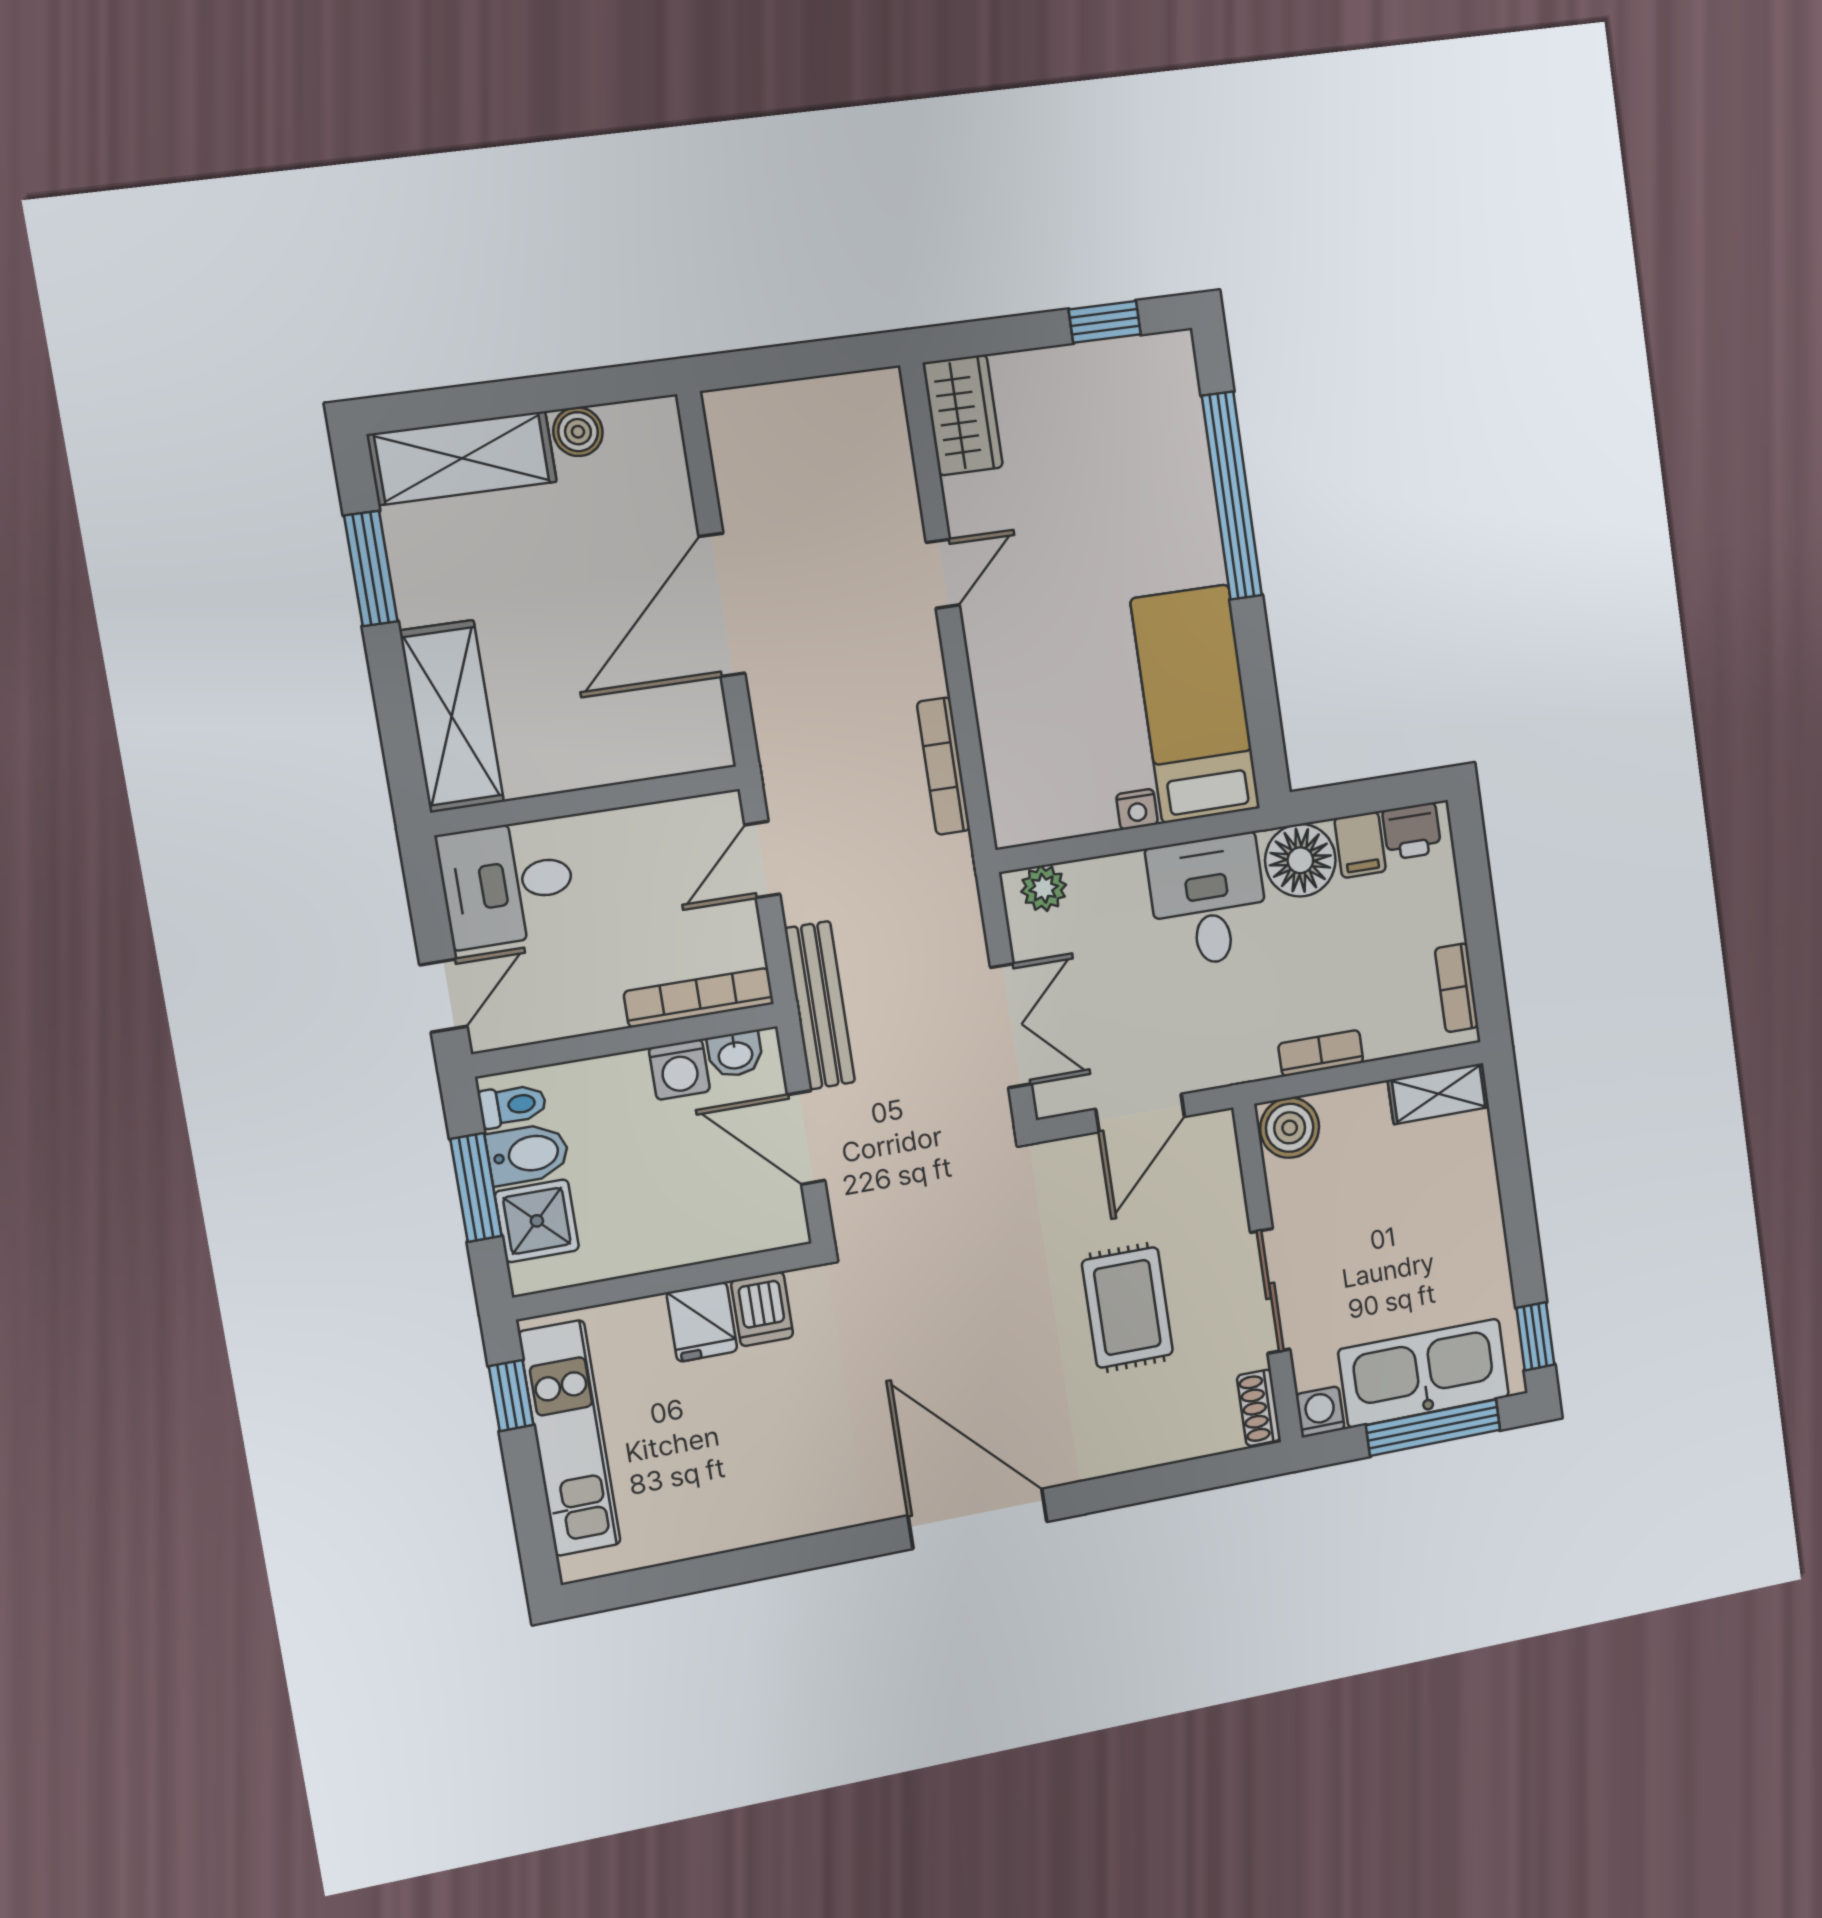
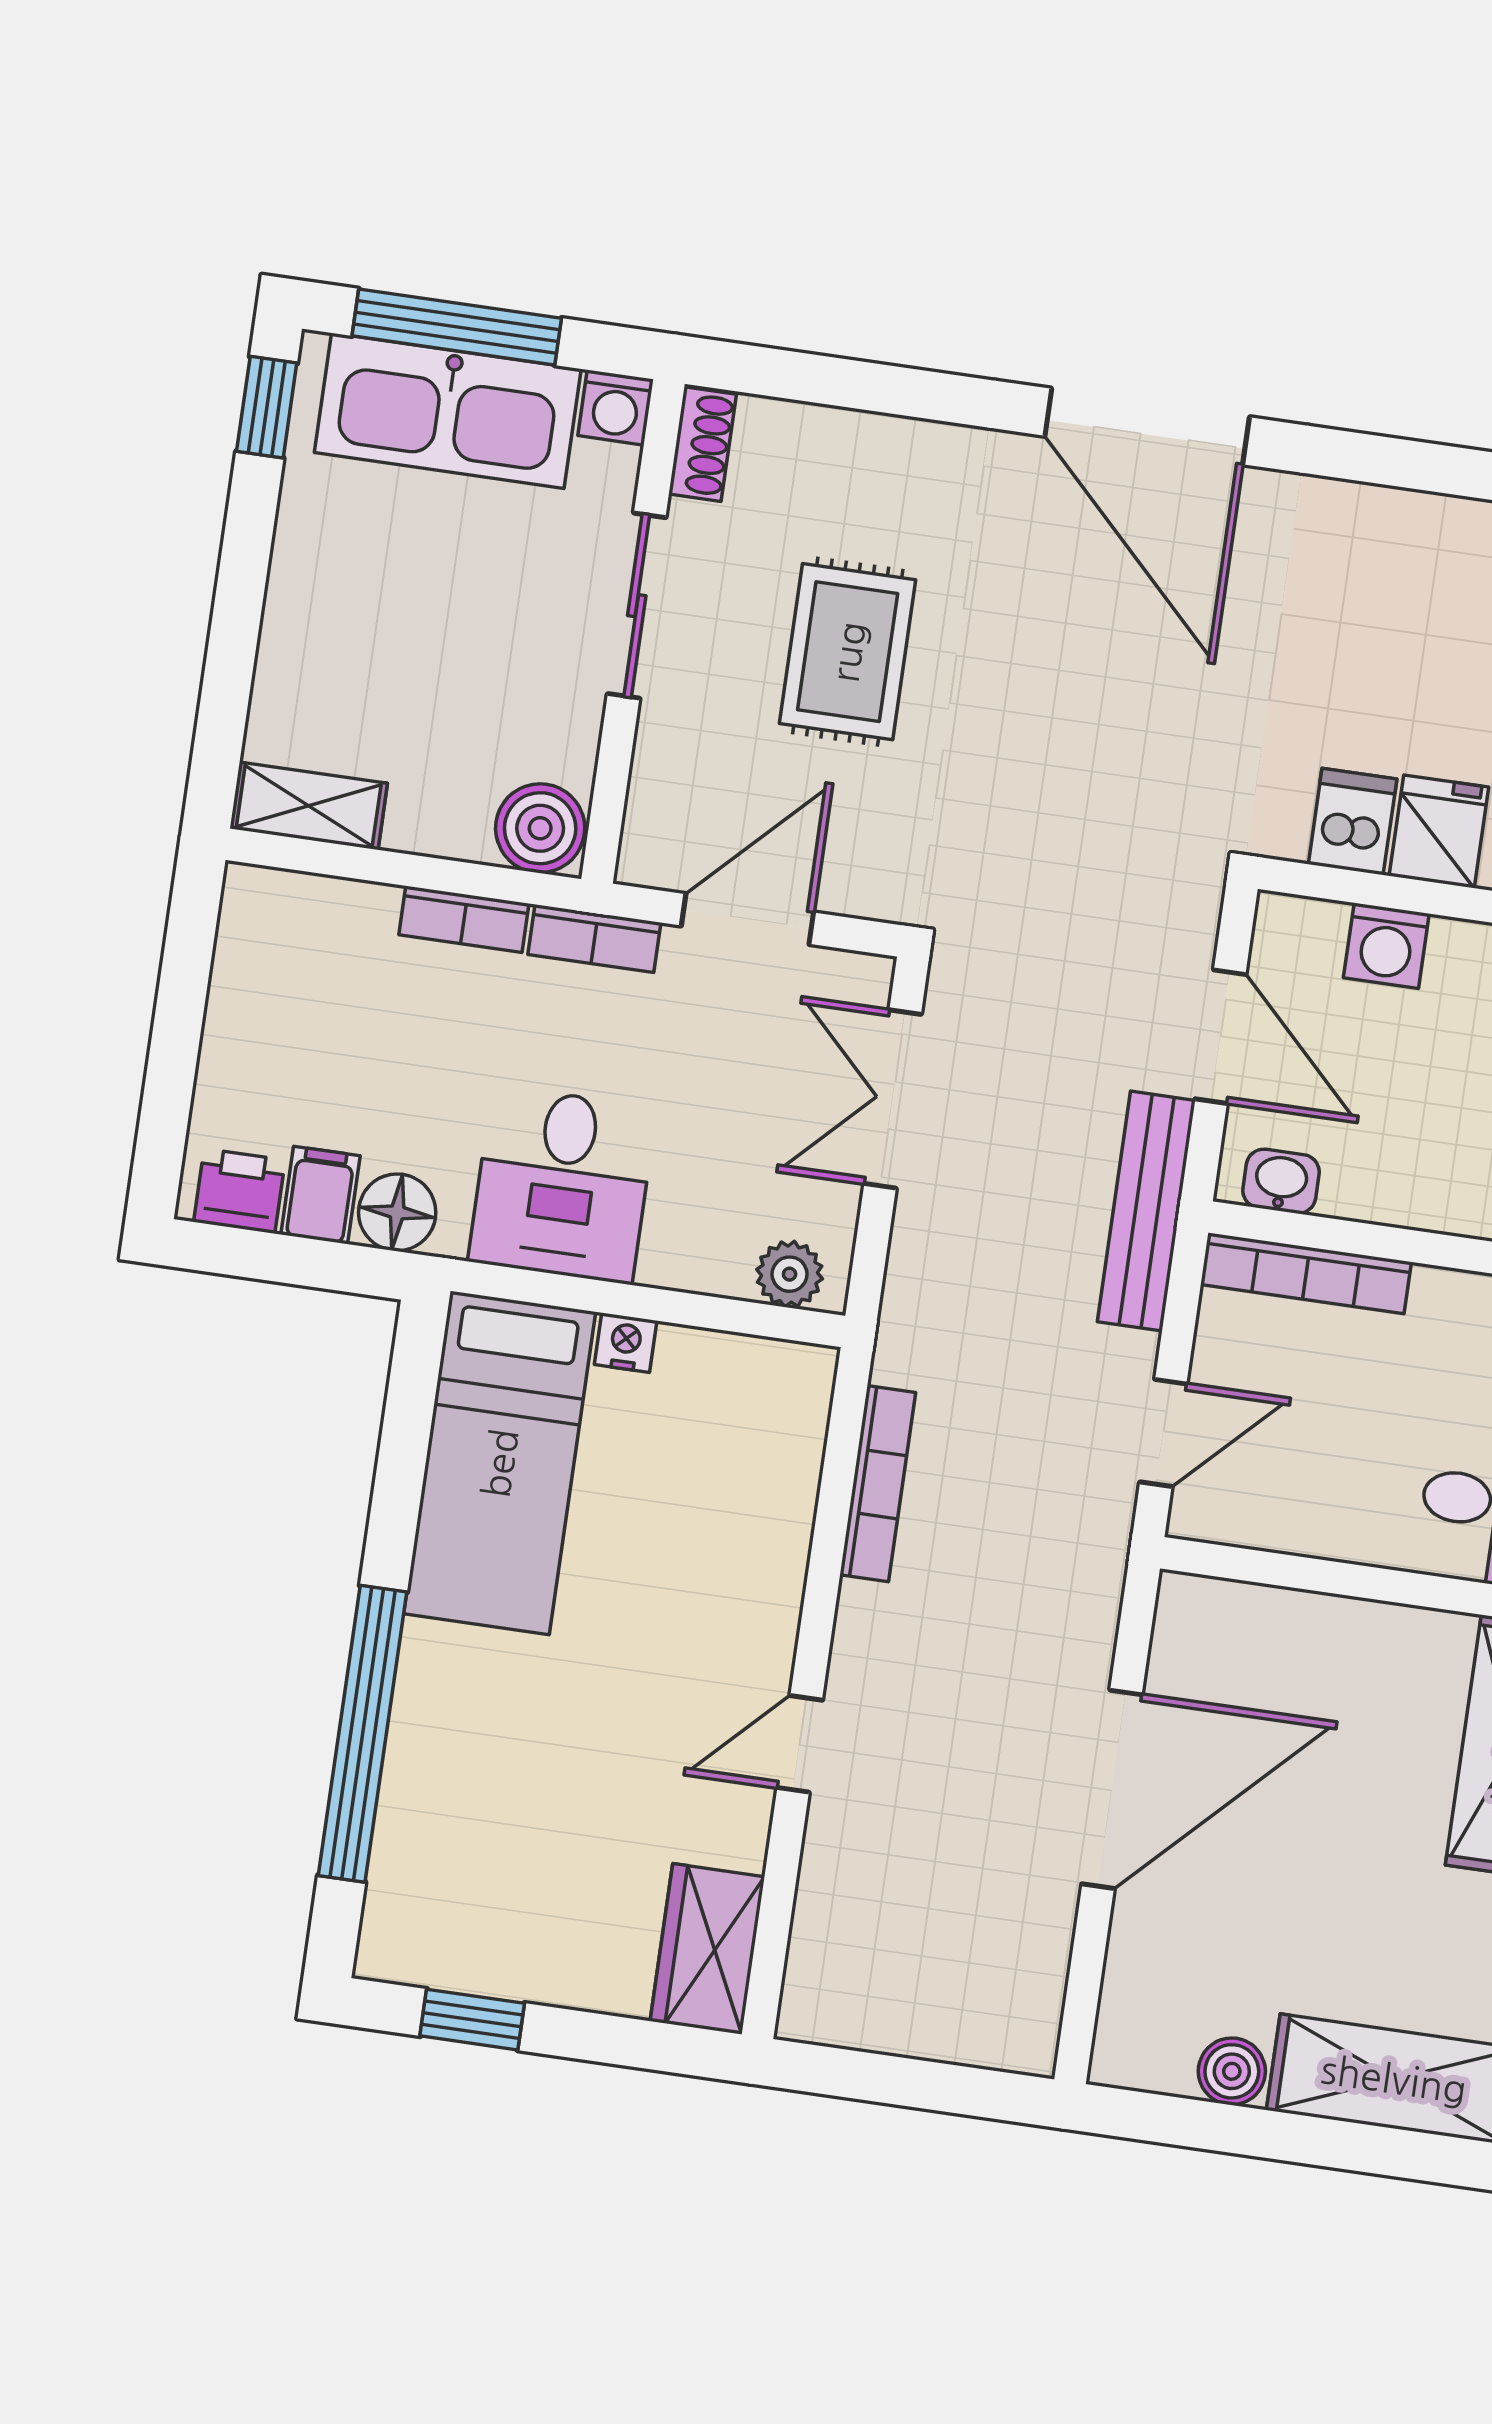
floor lamp: (1300, 860) -> (397, 1212), width x0.73, depth x0.73
bookcase: (1457, 988) -> (594, 939), moved, turned 90
washing machine: (679, 1070) -> (1386, 946), moved, turned 180

